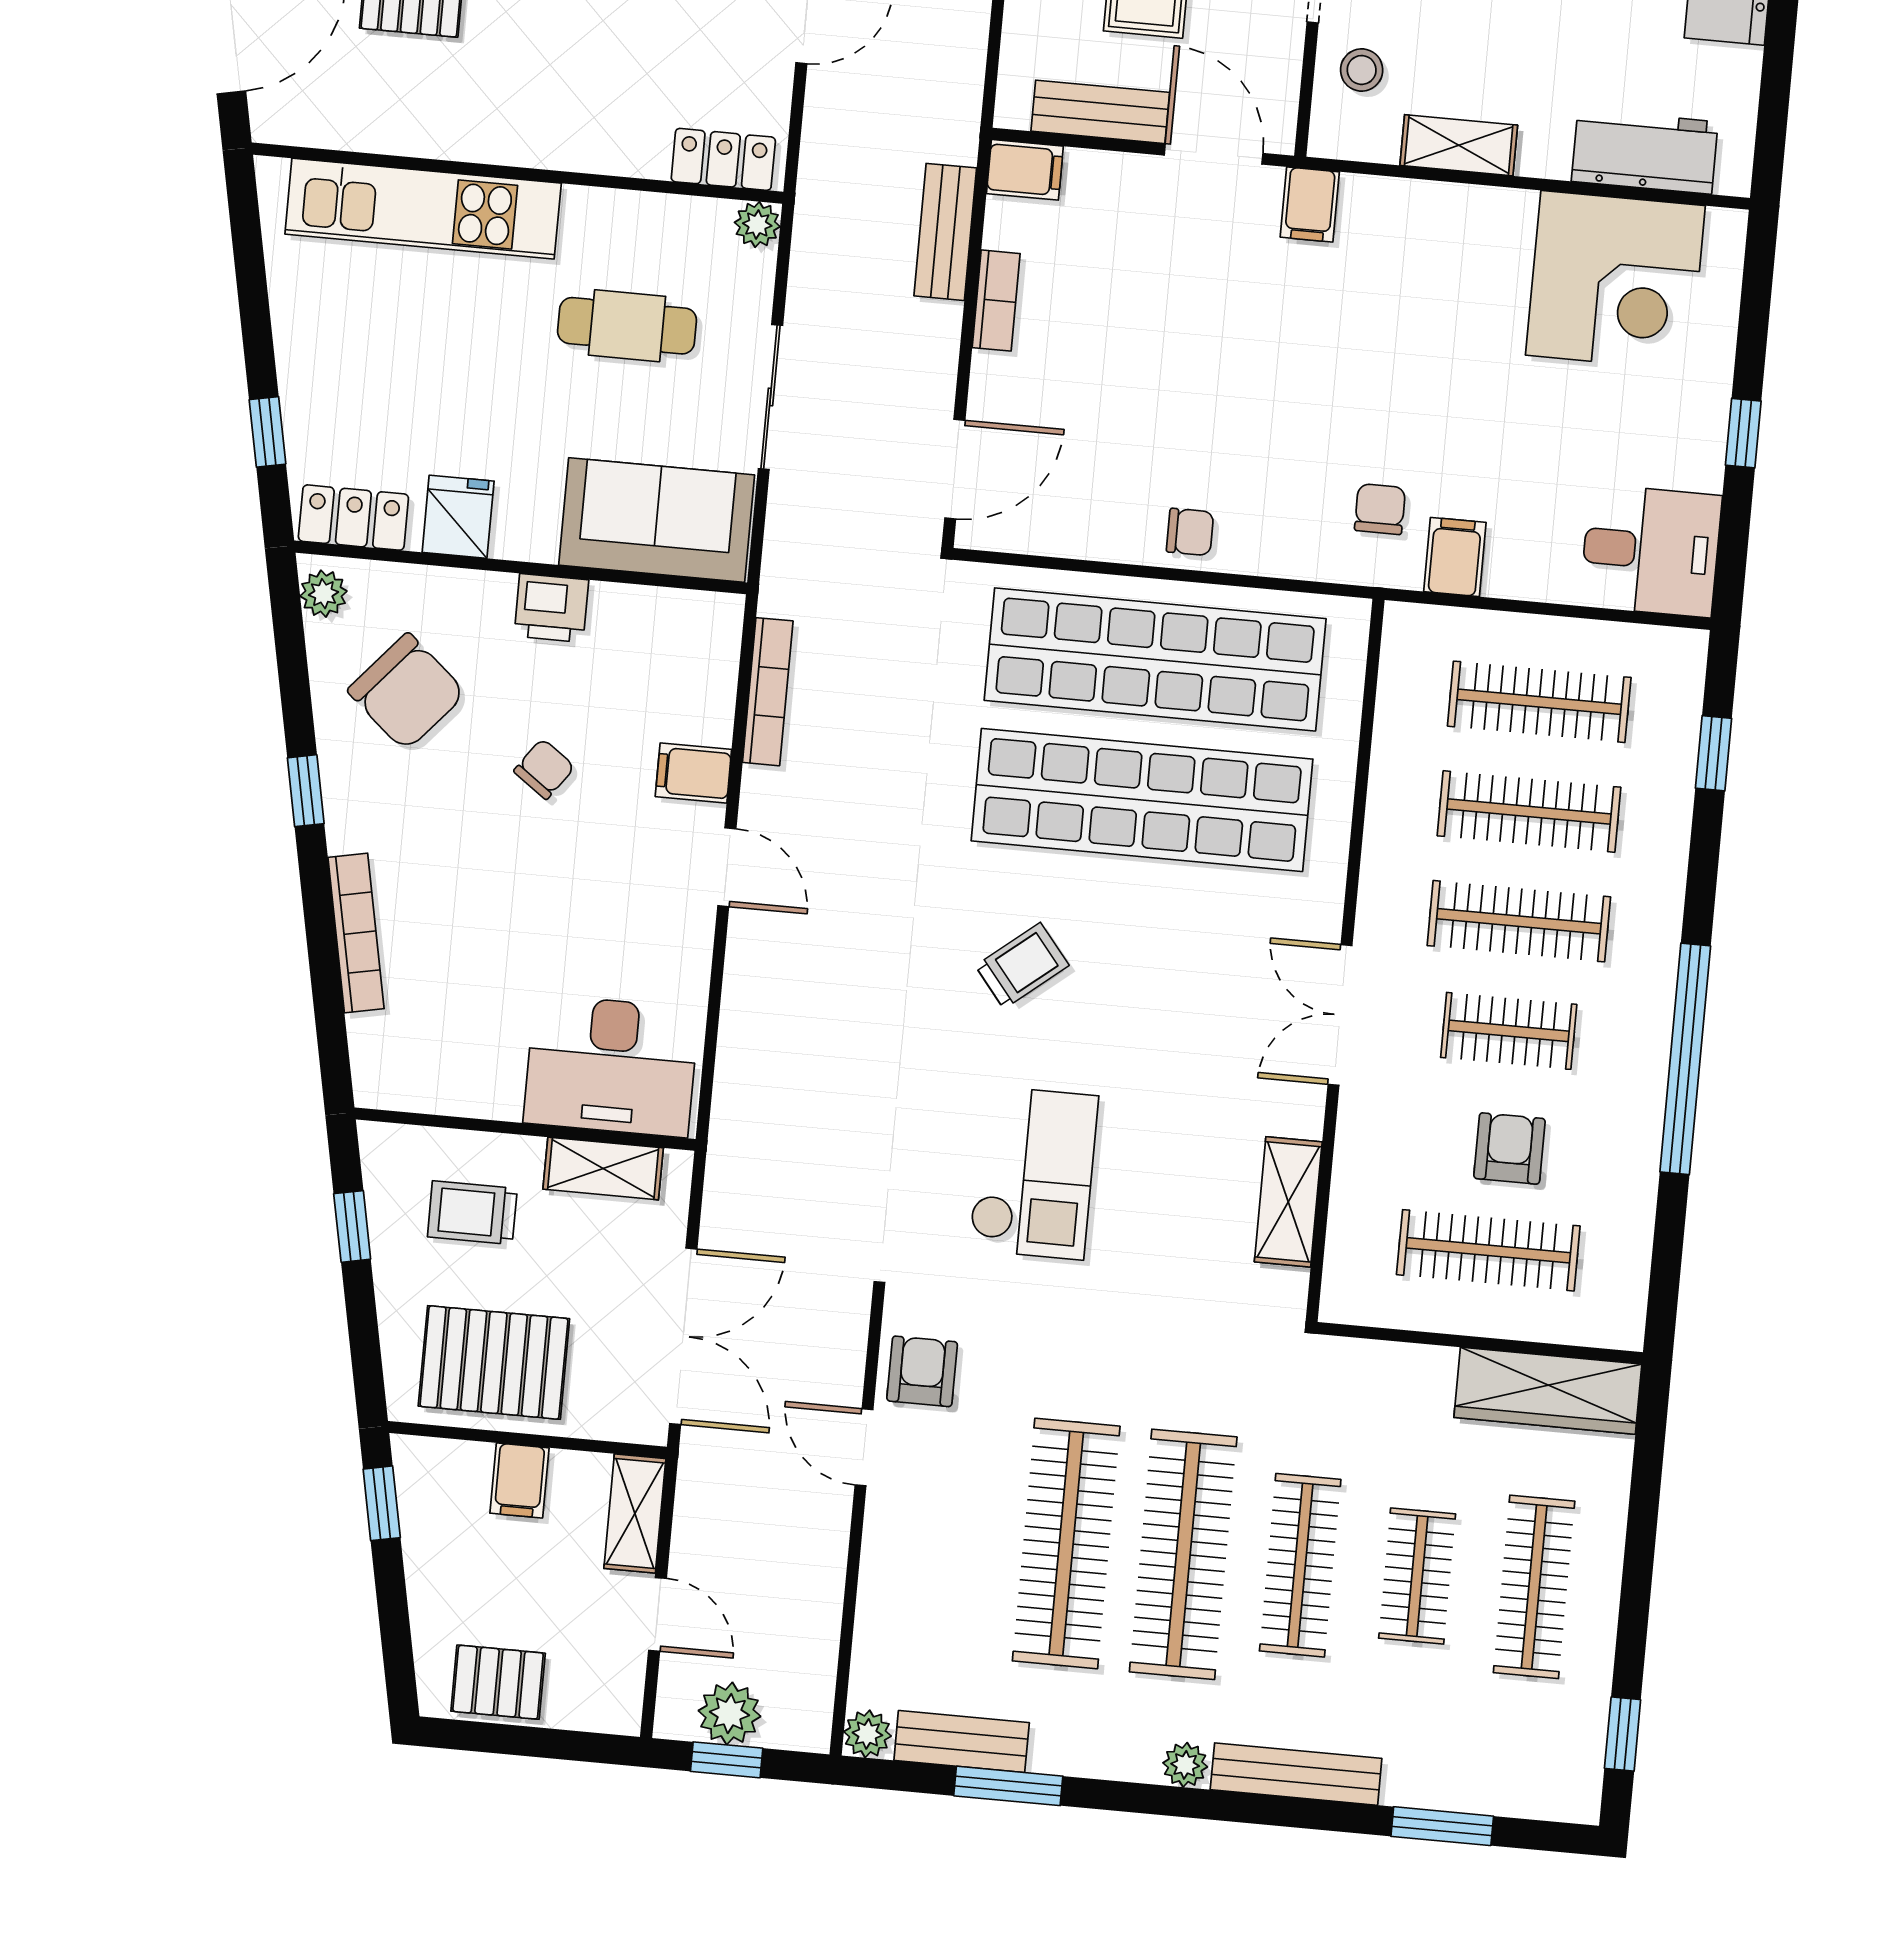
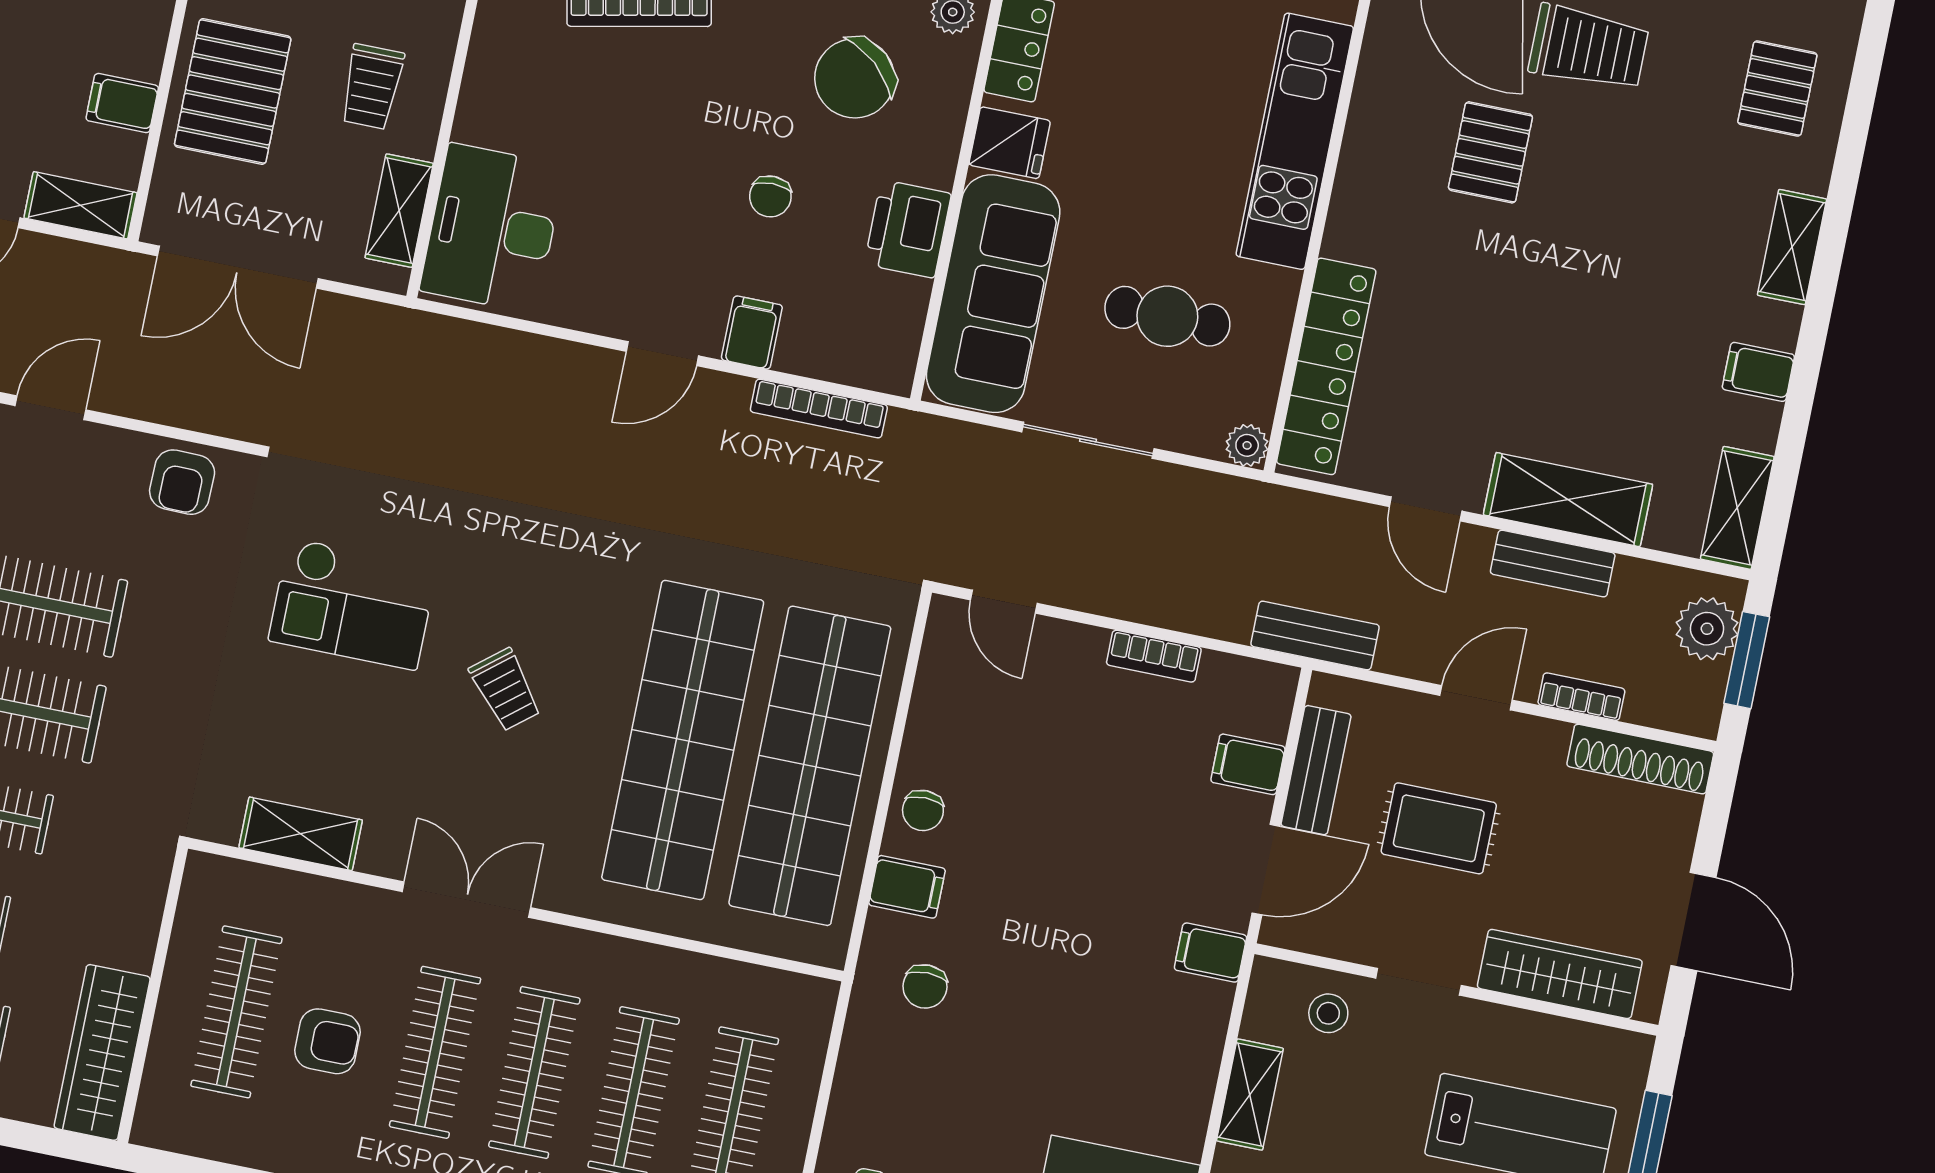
locker: (723, 159) -> (1326, 366), width x2.16, depth x1.21
filing cabinet: (1025, 170) -> (1248, 764), moved, turned 90
bench: (945, 232) -> (1315, 636), moved
cafe table: (627, 326) -> (1167, 316), turned 90
door: (955, 469) -> (1004, 602), width x0.73
chair: (1380, 509) -> (925, 986), turned 90
sofa: (657, 520) -> (993, 294), width x1.36
filing cabinet: (1455, 557) -> (907, 887), moved
printer: (551, 608) -> (908, 229), width x1.36, depth x1.24
chair: (544, 769) -> (770, 196), turned 54
trolley: (1022, 966) -> (505, 690), moved
clothes rail: (1509, 1031) -> (435, 1052), width x1.36
trolley: (472, 1213) -> (372, 87), turned 180
armchair: (922, 1371) -> (182, 482), turned 91
door: (864, 1447) -> (50, 408), moved

